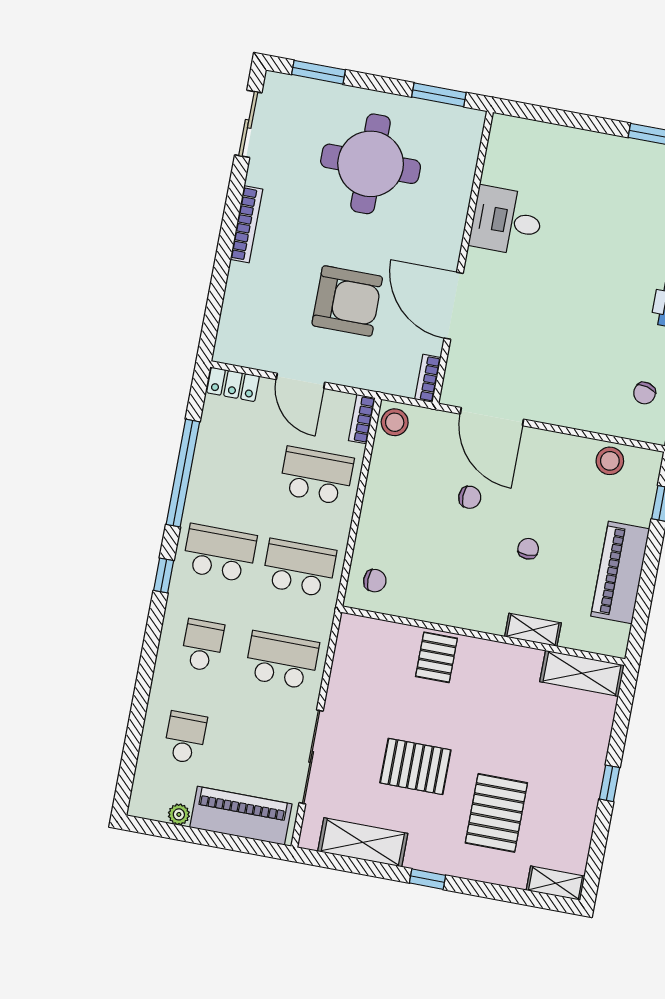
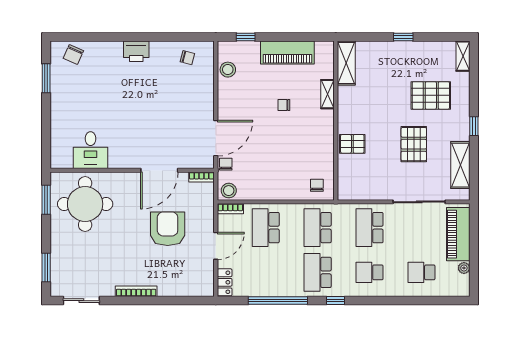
round table: (371, 164) -> (85, 204), moved
desk: (507, 221) -> (91, 150), moved
chair: (470, 497) -> (226, 164), moved

